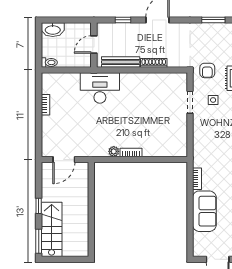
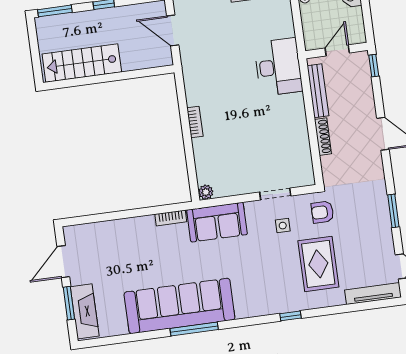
window: (123, 20) -> (374, 66), moved
door: (94, 44) -> (337, 50), hinge flipped
plant: (114, 151) -> (206, 192), moved
sofa: (204, 211) -> (217, 222), moved
stairs: (52, 229) -> (82, 63), moved, turned 180

